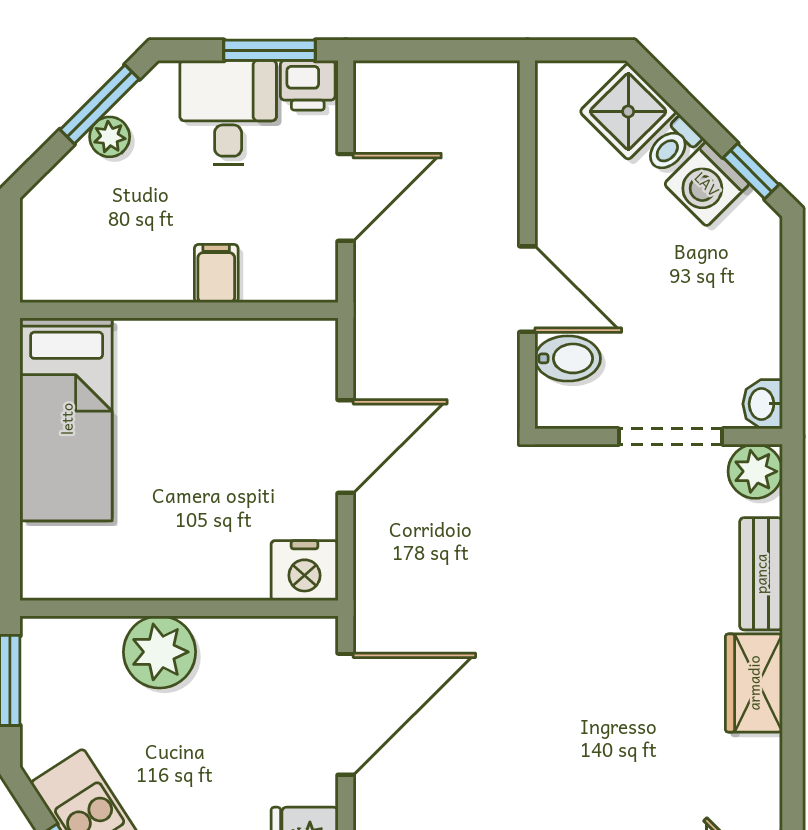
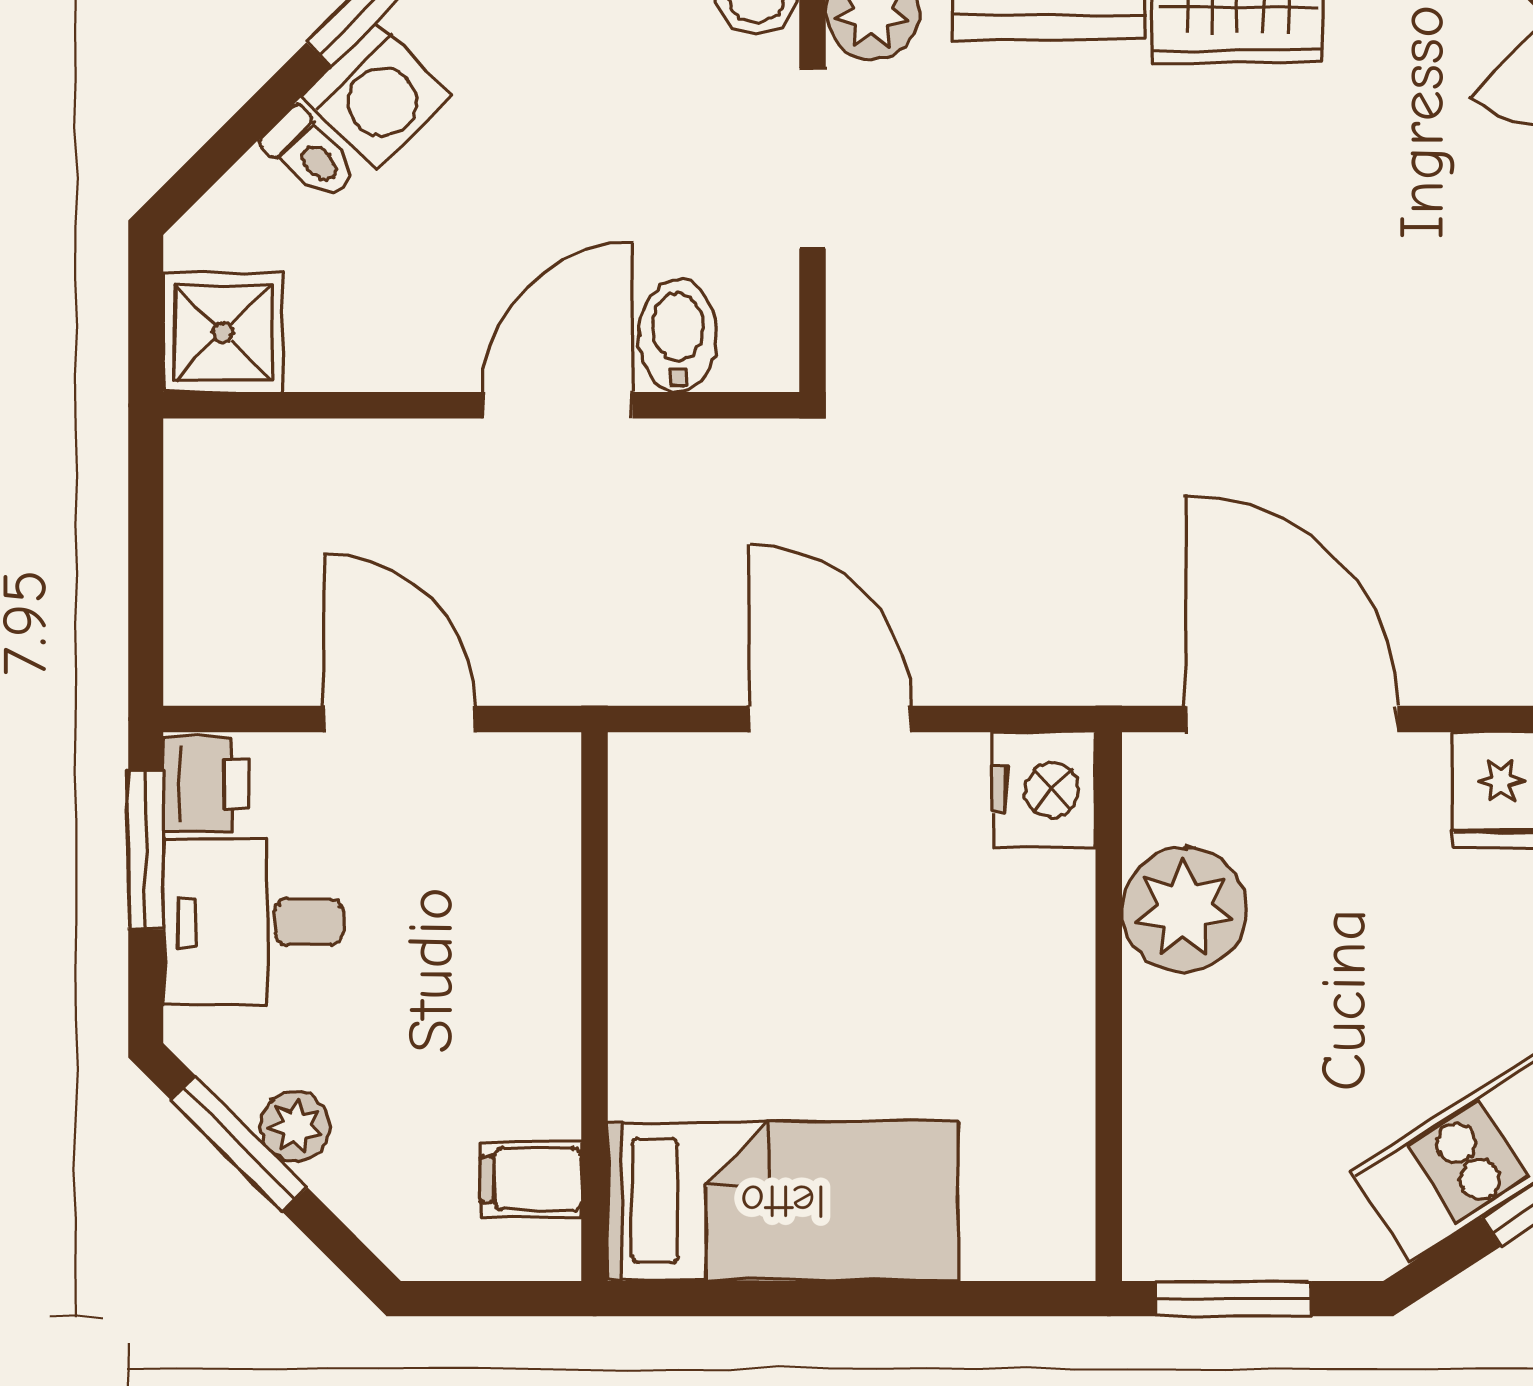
shower: (628, 111) -> (223, 332), moved, turned 45
filing cabinet: (216, 274) -> (531, 1179), moved
plant: (159, 652) -> (1184, 909), moved

